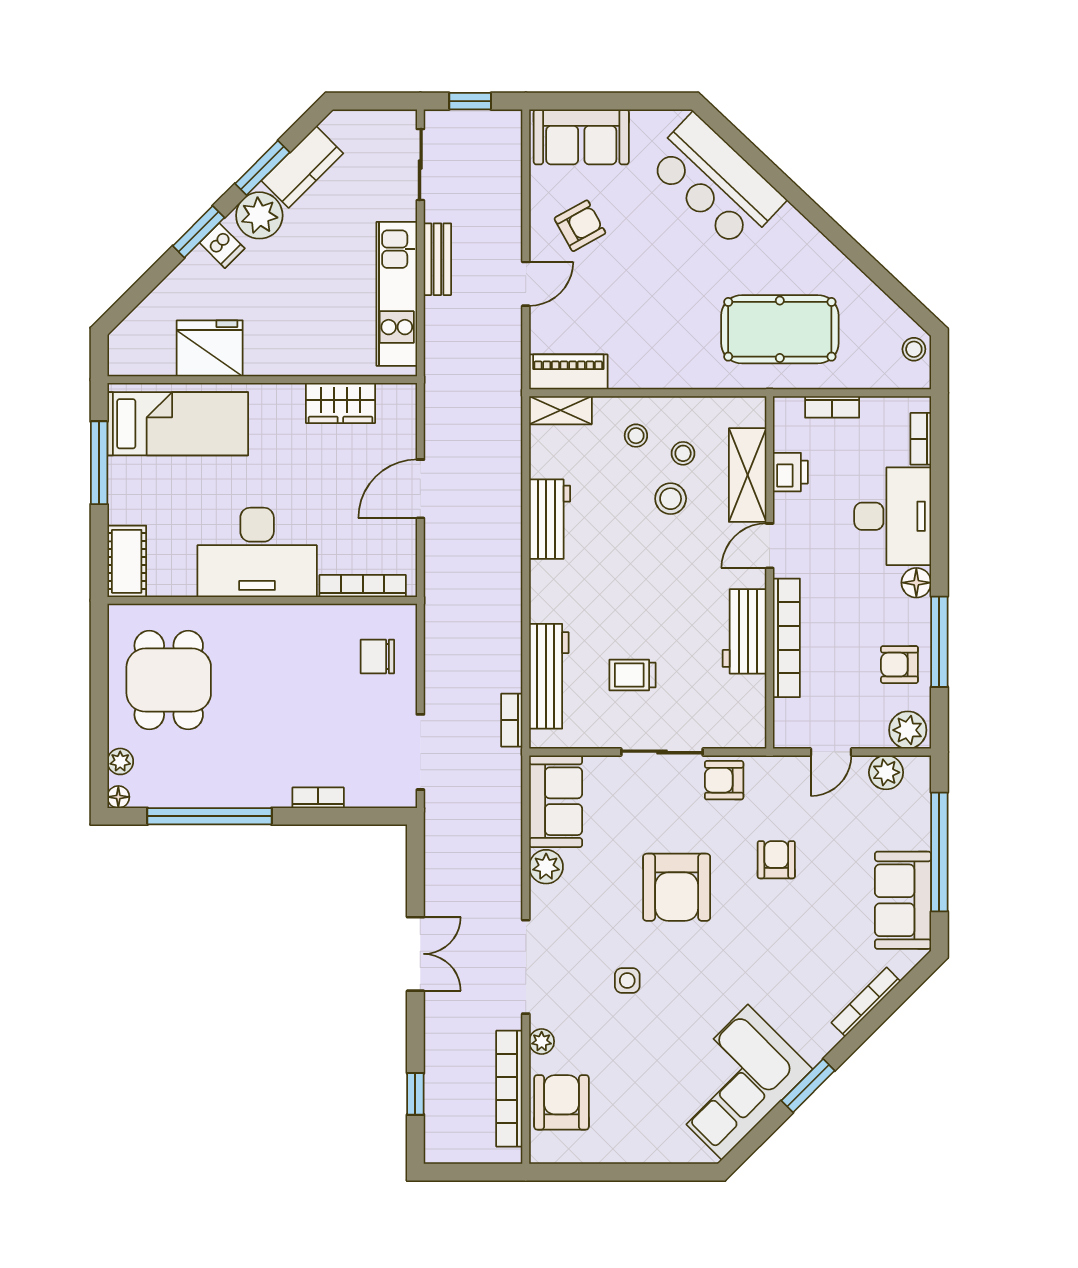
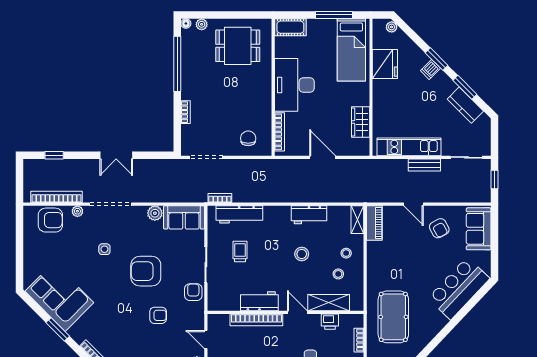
plant: (259, 215) -> (392, 27), moved, width x0.53, depth x0.53
stool: (671, 499) -> (302, 254), moved

